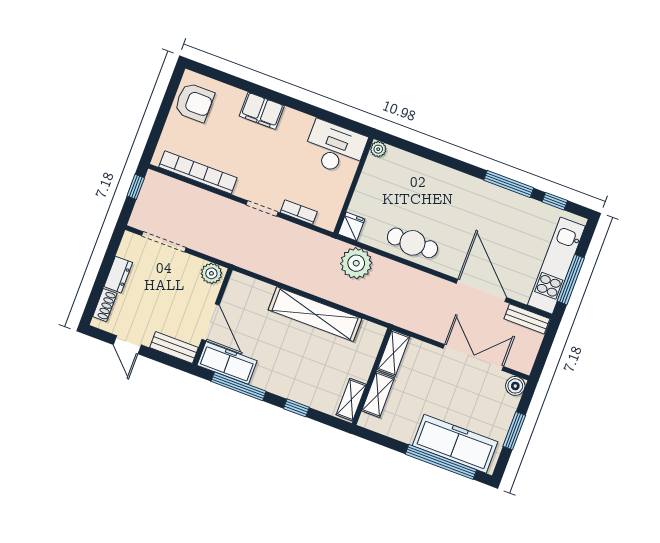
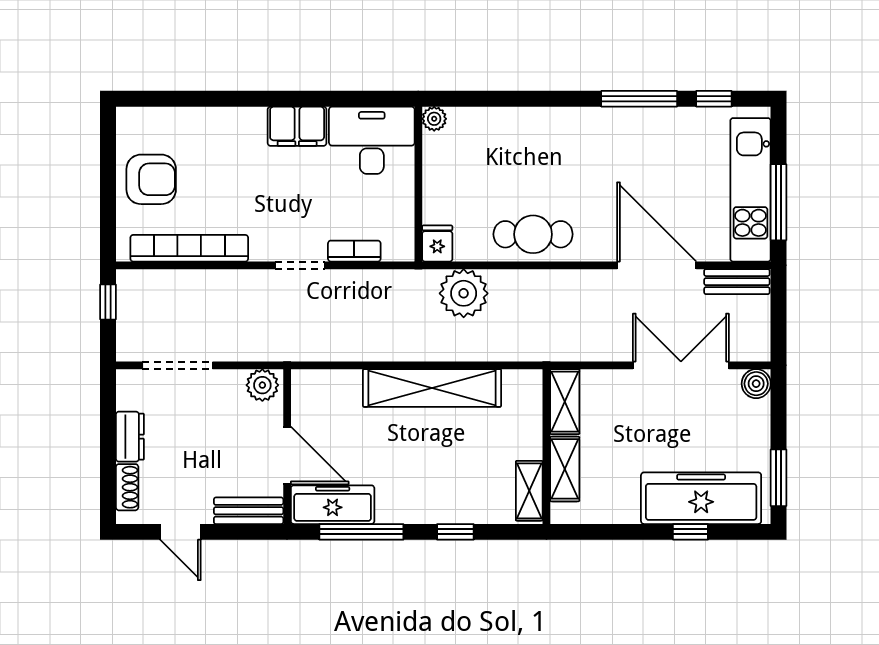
armchair: (194, 102) -> (151, 179), moved
filing cabinet: (262, 111) -> (297, 126), moved
window: (514, 431) -> (779, 478), moved
window: (441, 462) -> (690, 532), width x0.32

